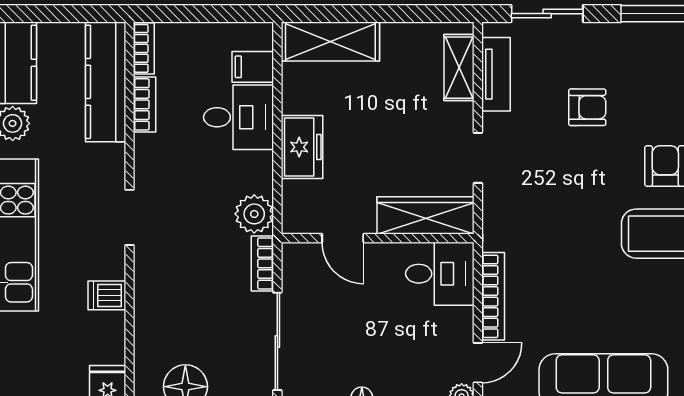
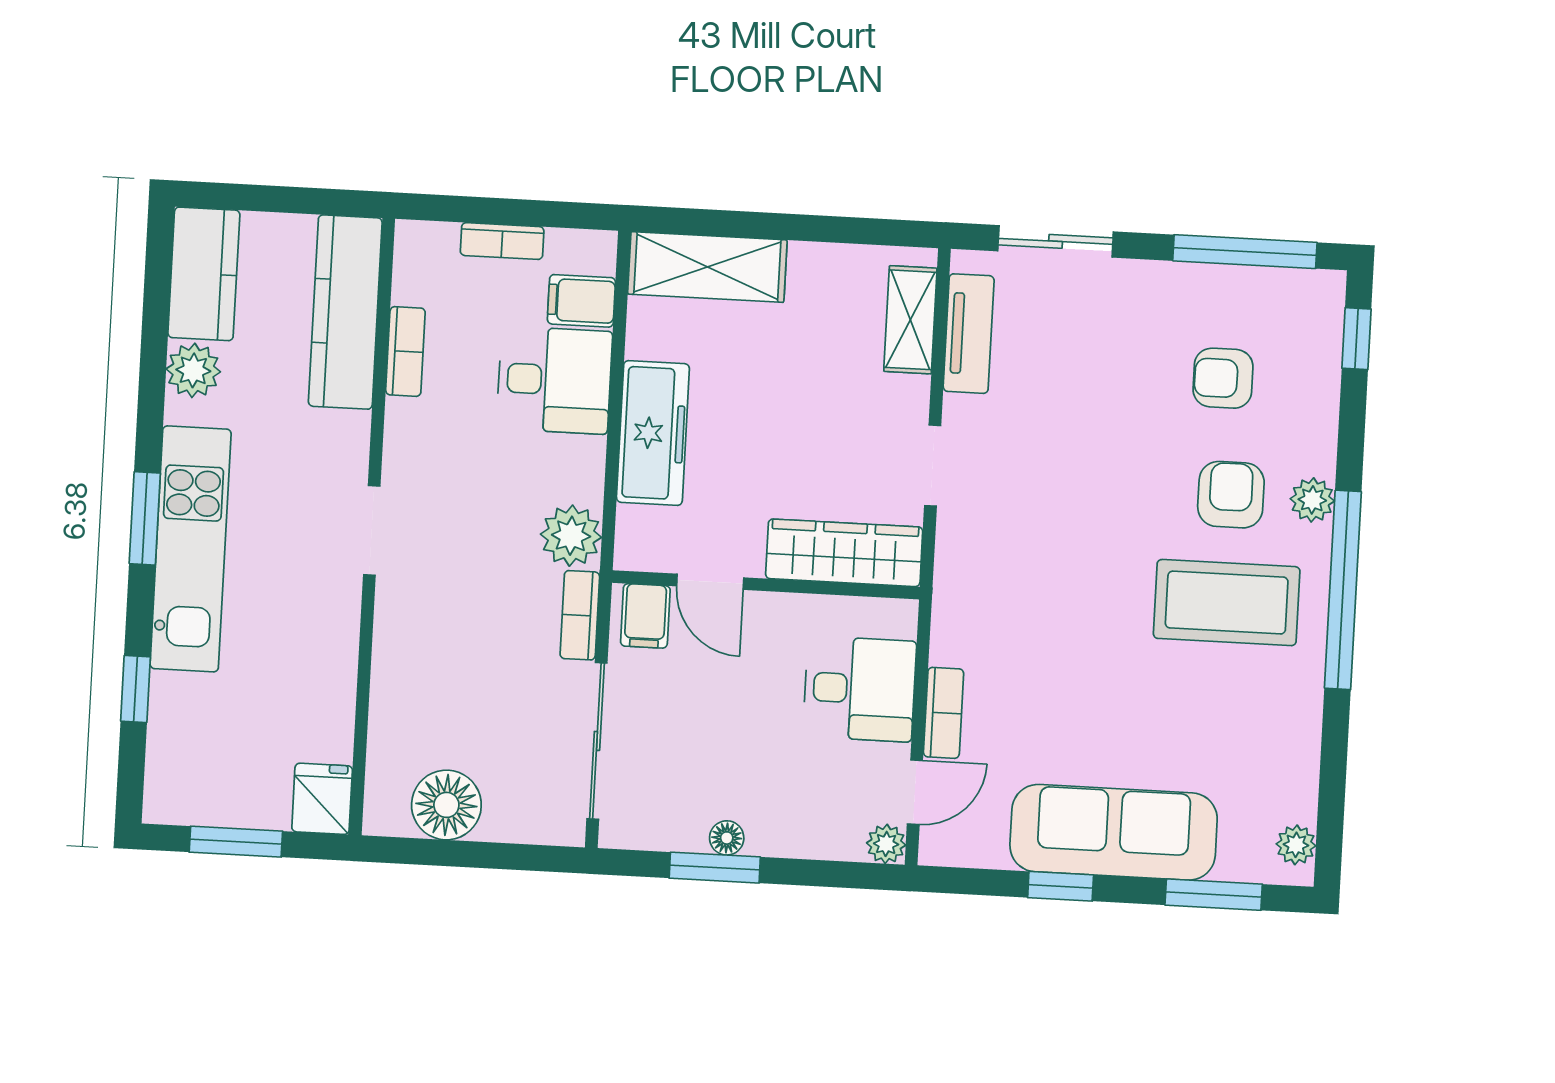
bookcase: (144, 48) -> (502, 241), moved, turned 90
armchair: (587, 107) -> (1223, 378), moved, turned 180
freezer: (302, 147) -> (653, 433), width x1.40
filing cabinet: (303, 262) -> (645, 616), added
desk: (440, 274) -> (860, 689), moved
dishwasher: (107, 295) -> (329, 653), removed
bookcase: (493, 296) -> (944, 713), width x0.64

